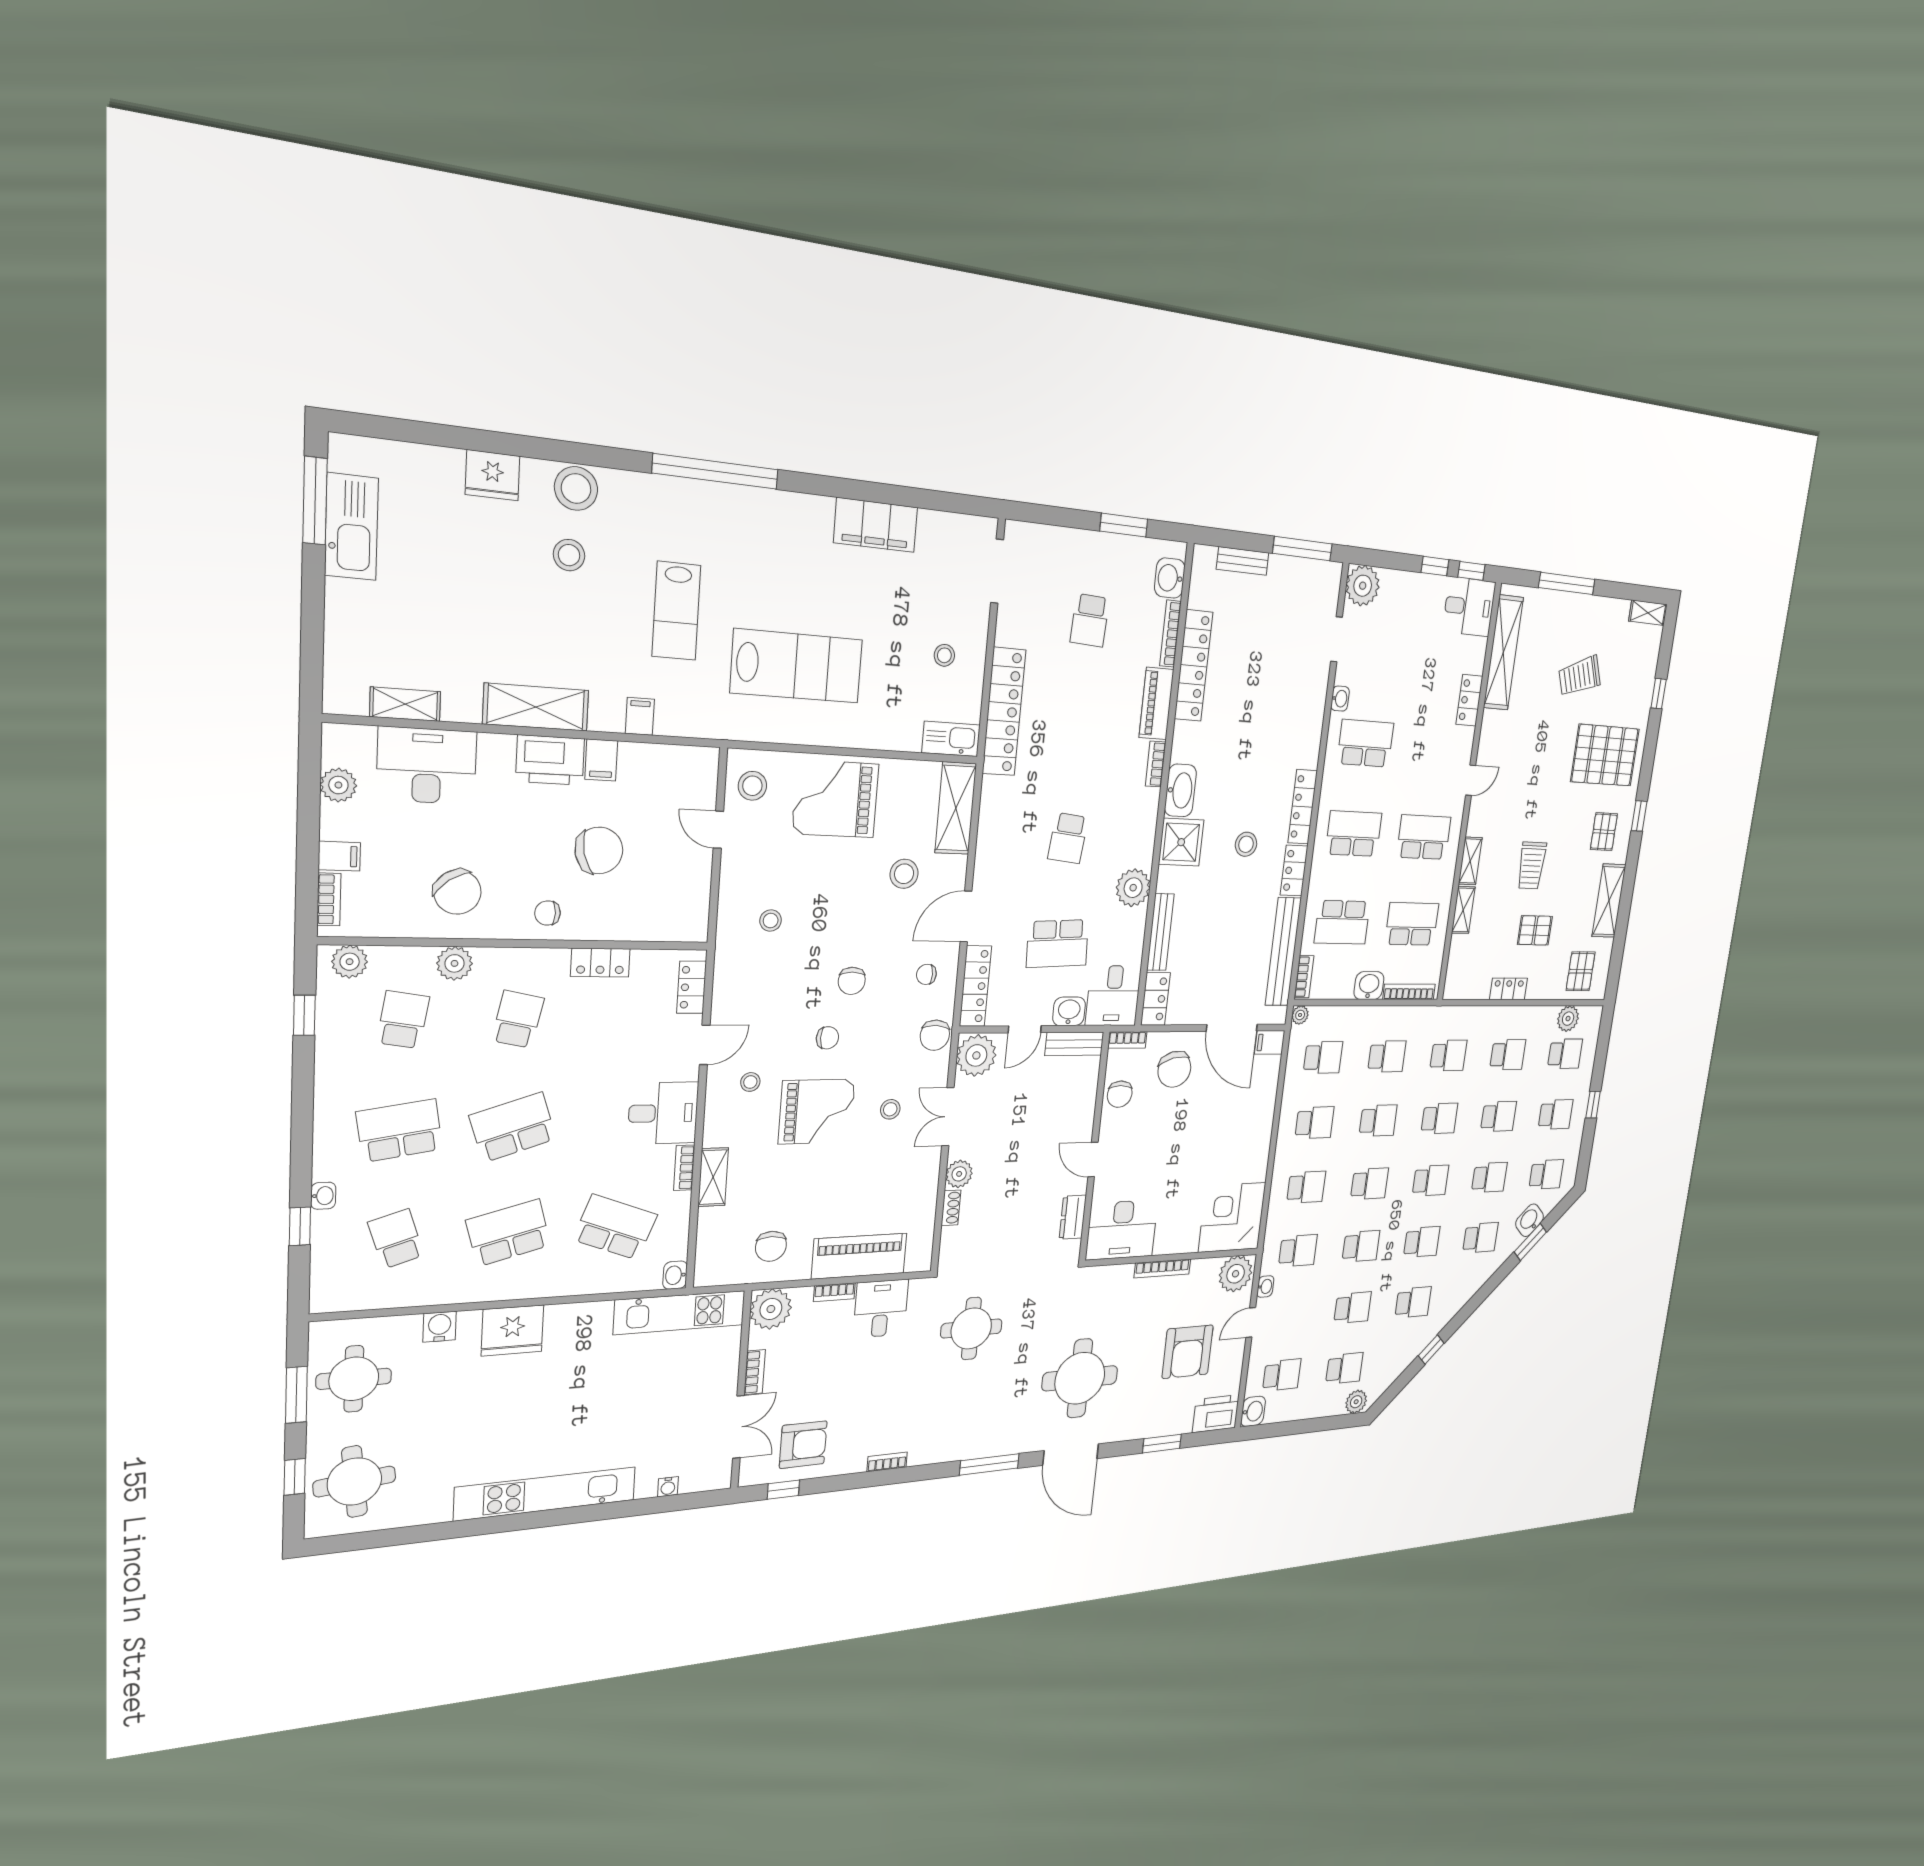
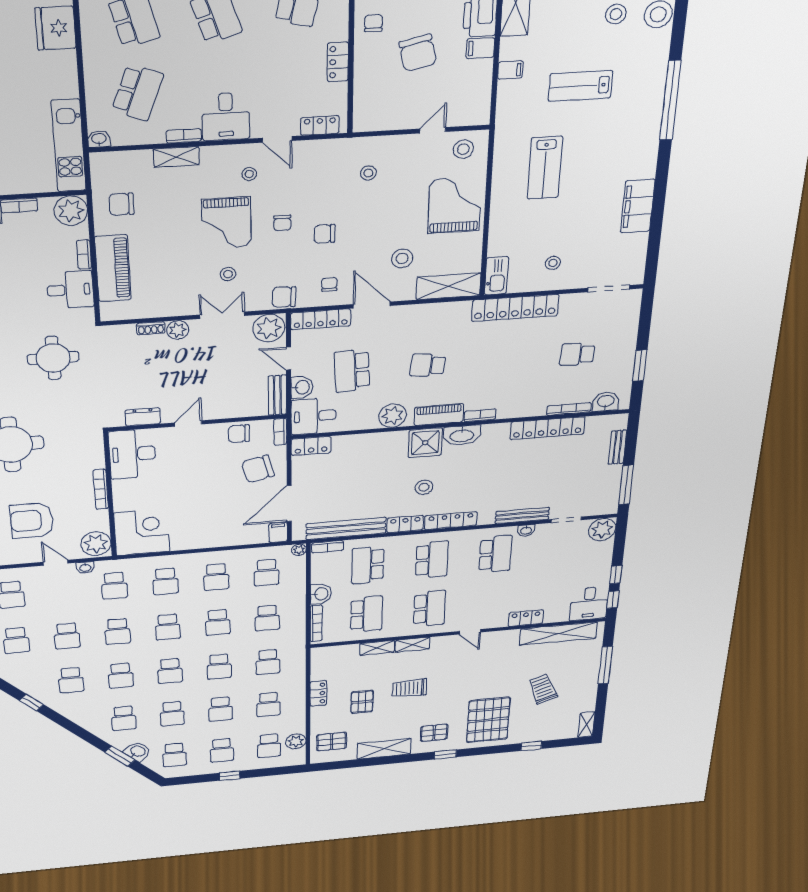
lab bench: (797, 666) -> (545, 168), width x0.73, depth x0.72
piano: (1156, 704) -> (439, 415), moved
bench: (1160, 932) -> (522, 515), moved

